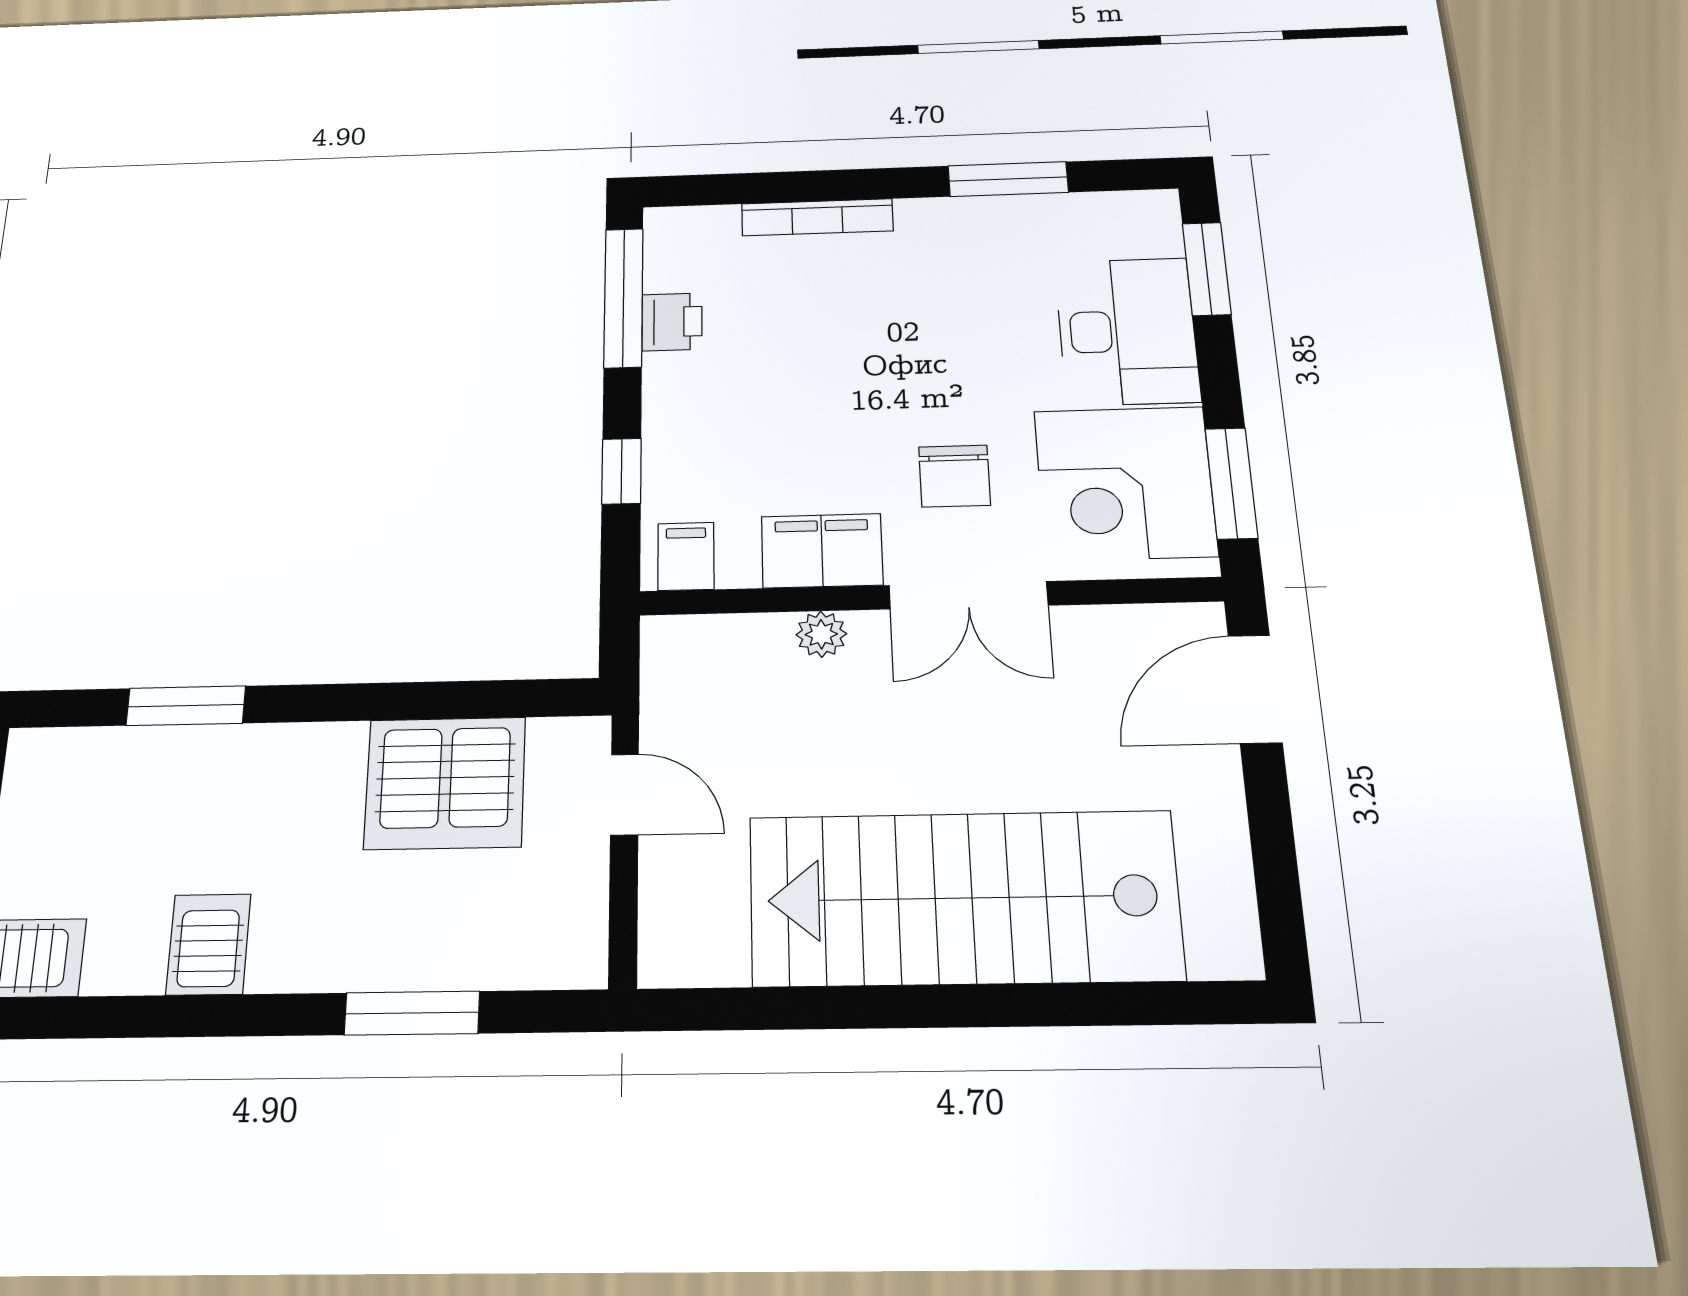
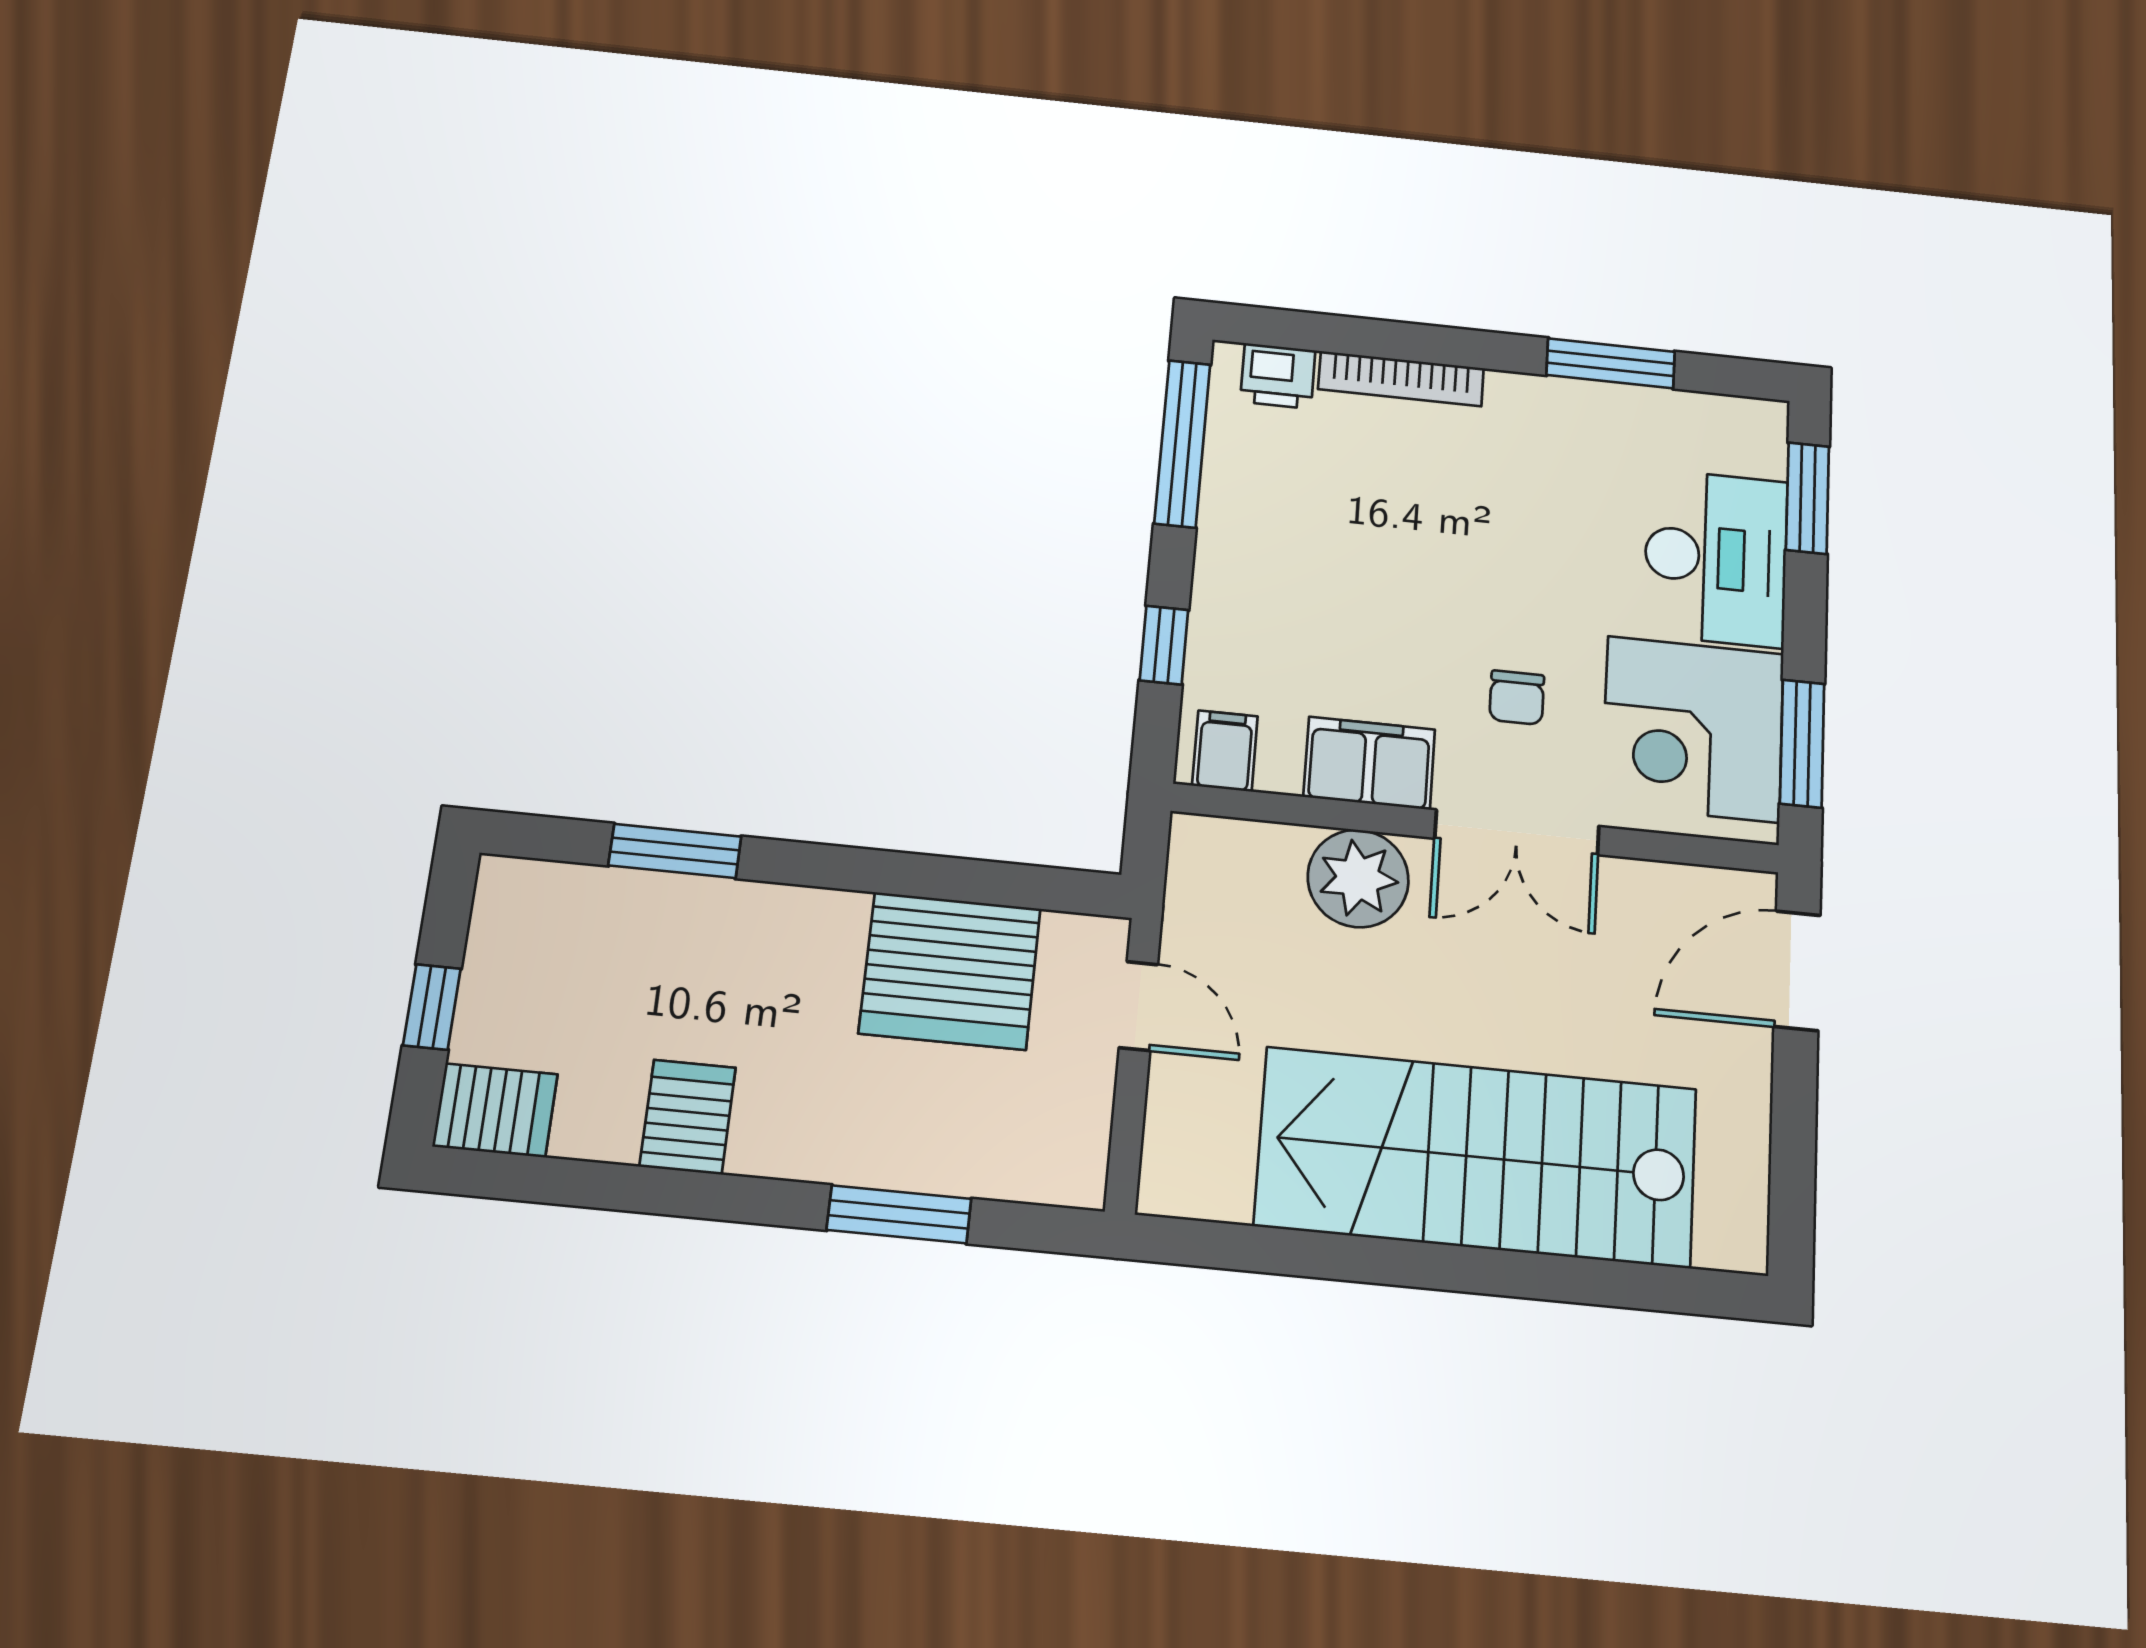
printer: (672, 322) -> (1278, 376), moved, turned 90
chair: (954, 476) -> (1517, 698), width x0.73, depth x0.73
plant: (821, 634) -> (1358, 878), width x1.88, depth x1.88

